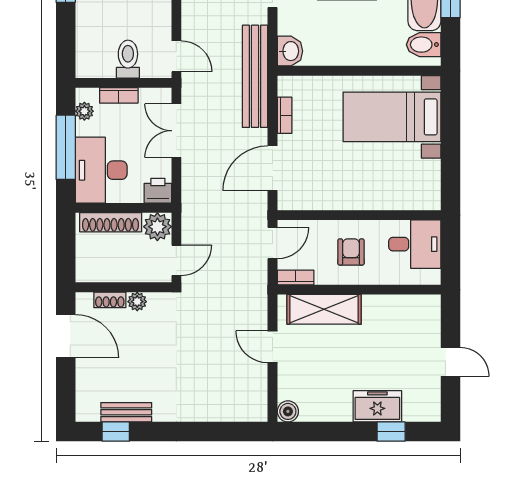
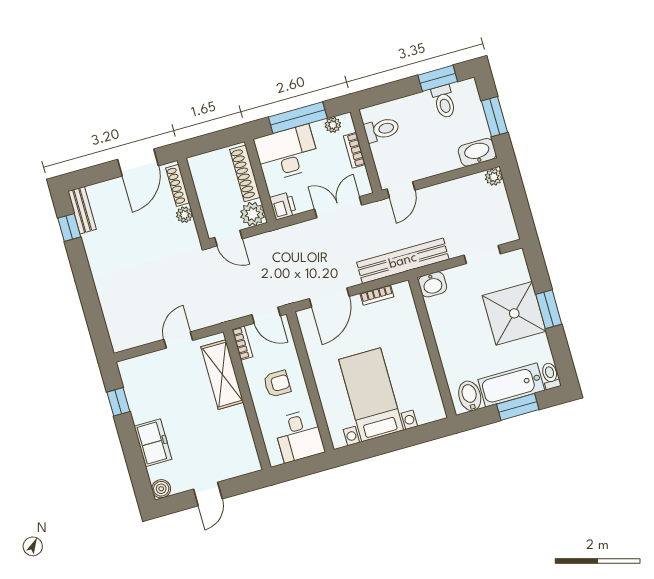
toilet: (128, 59) -> (382, 130), moved
bed with nightstands: (392, 117) -> (371, 395), moved
door: (273, 168) -> (329, 298), swing flipped
shoe rack: (110, 300) -> (178, 185), width x1.43
boiler: (288, 411) -> (161, 489), moved
bench: (126, 412) -> (82, 210), moved
window: (391, 432) -> (118, 402), moved

